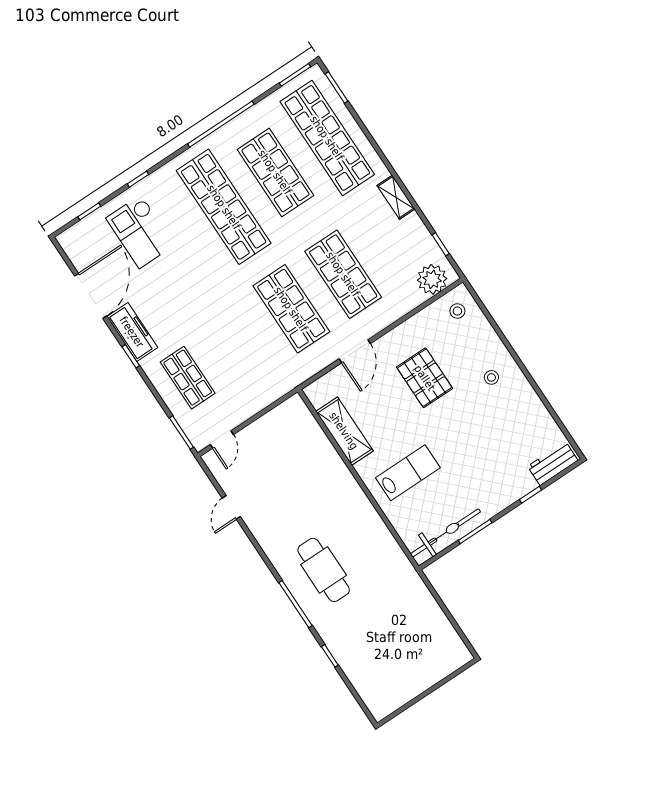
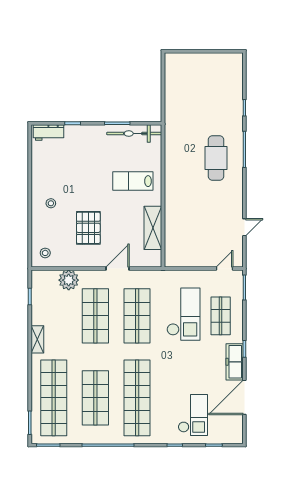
plant: (432, 279) -> (69, 280), moved
checkout: (235, 349) -> (184, 314), added

